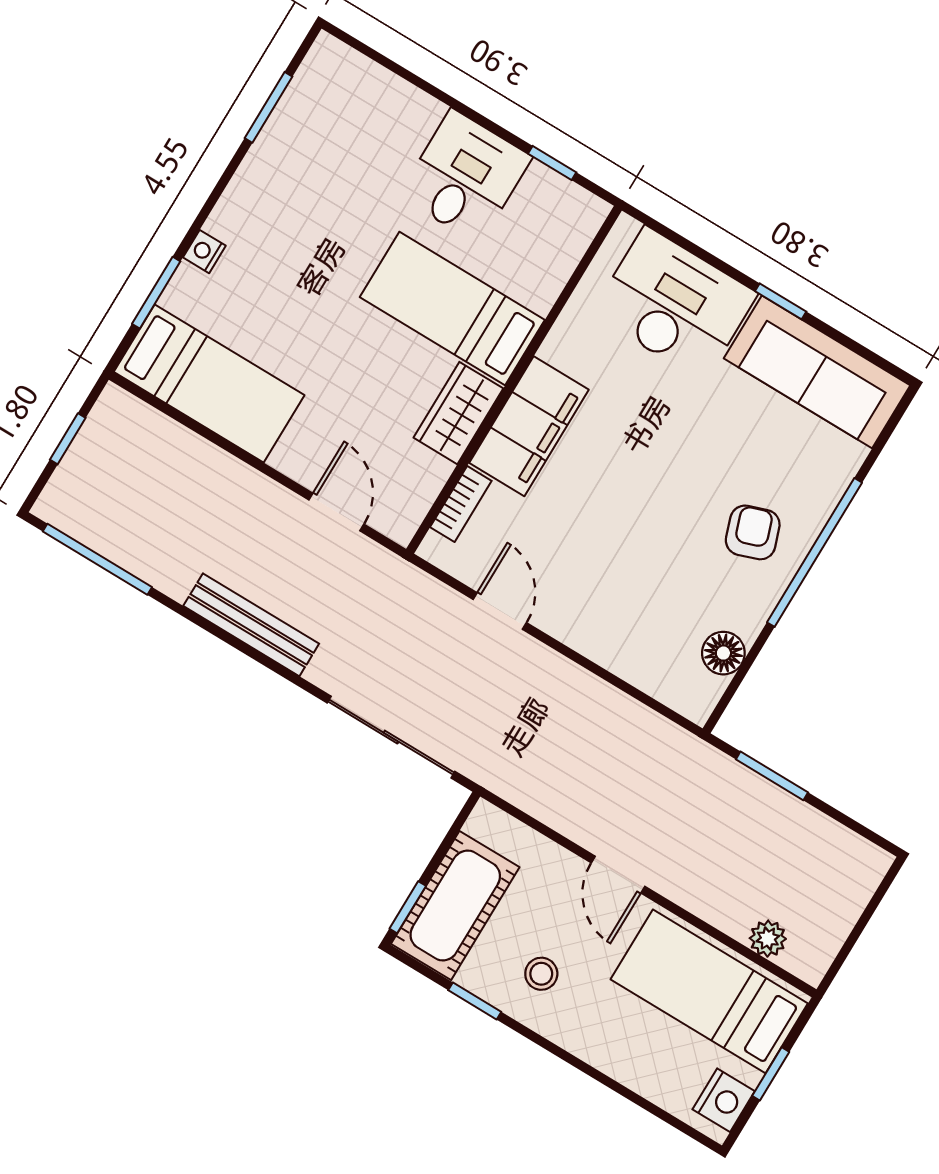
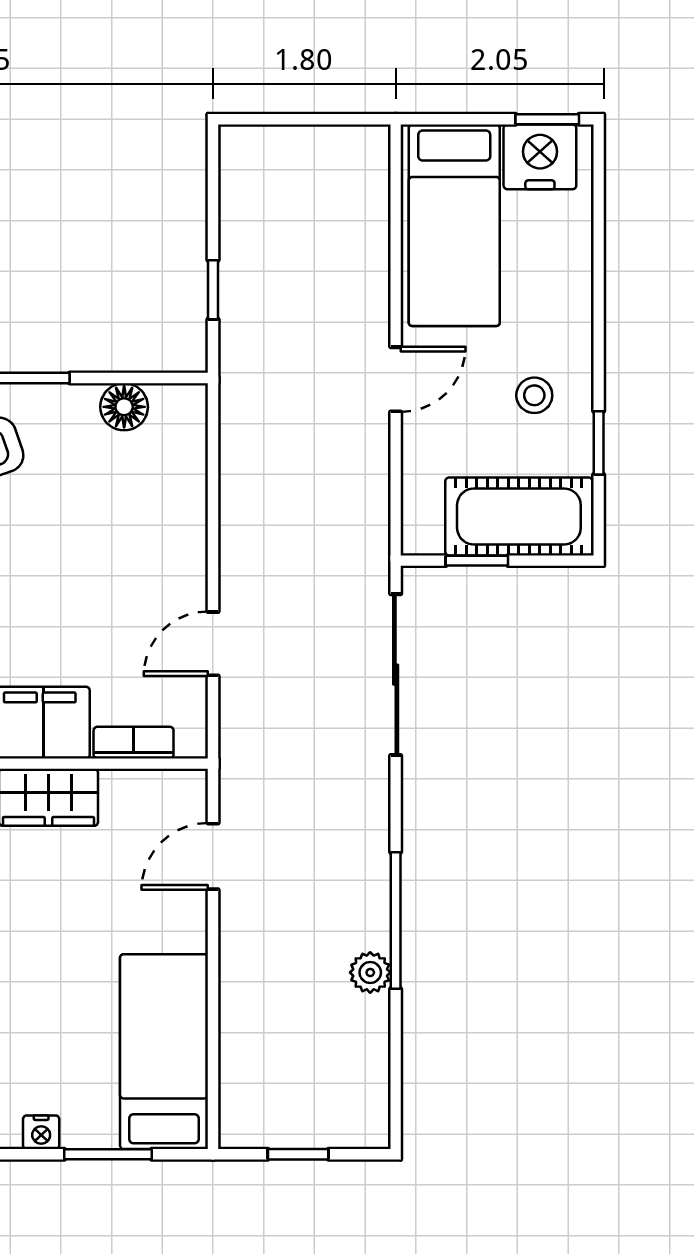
window: (97, 559) -> (396, 921), moved
bench: (251, 625) -> (369, 872), removed
window: (772, 776) -> (213, 290), width x0.67
window: (408, 907) -> (477, 561), moved
plant: (768, 939) -> (370, 972), moved
window: (771, 1074) -> (547, 119), moved
nightstand: (724, 1100) -> (540, 157), width x1.36, depth x1.33

